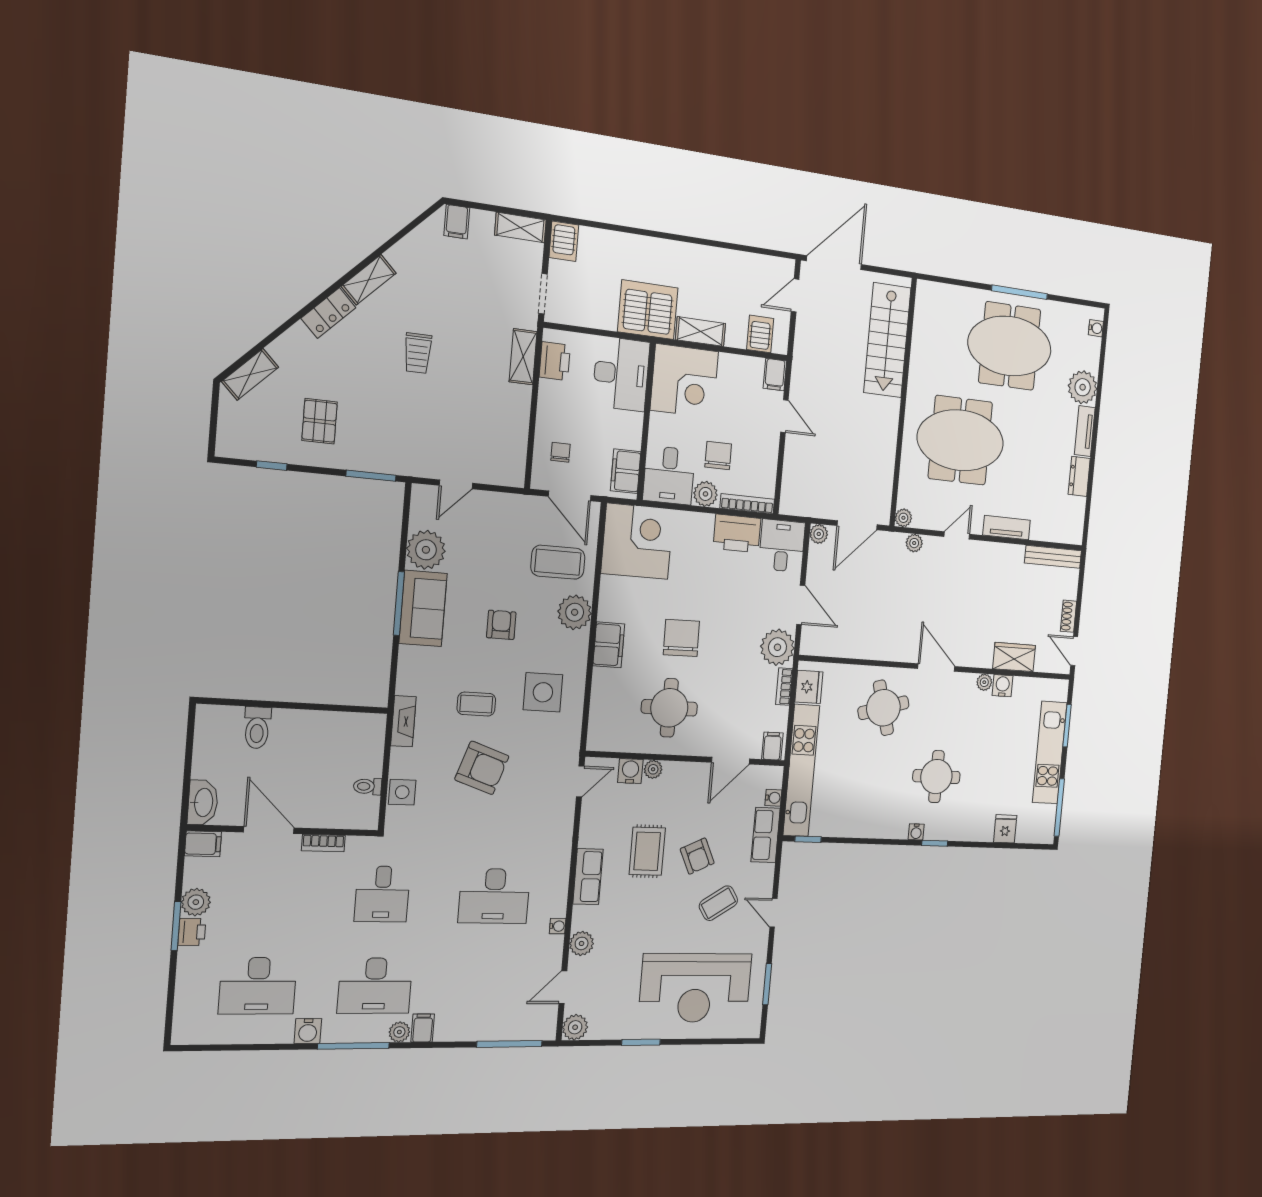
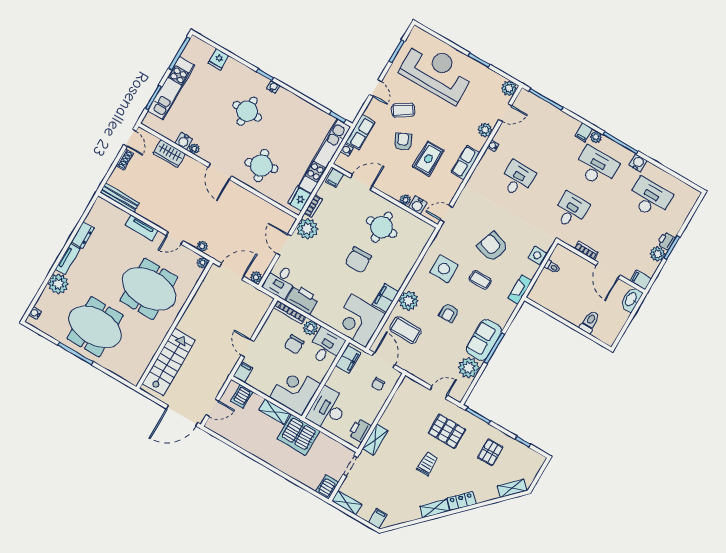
pallet: (411, 424) -> (447, 431), added
filing cabinet: (609, 645) -> (385, 298), moved
desk: (494, 896) -> (517, 179), width x0.73

